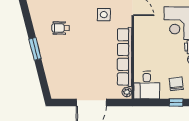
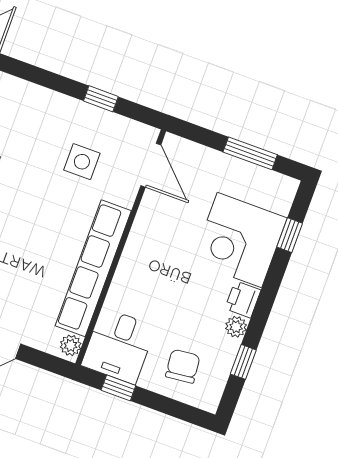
window: (176, 102) -> (118, 388), moved

